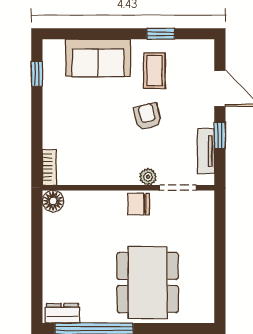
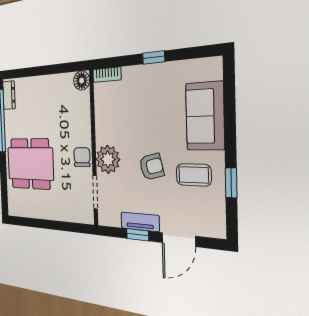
window: (37, 74) -> (154, 57), moved
tv unit: (206, 151) -> (140, 222), moved
plant: (148, 177) -> (108, 159), width x1.87, depth x1.87

